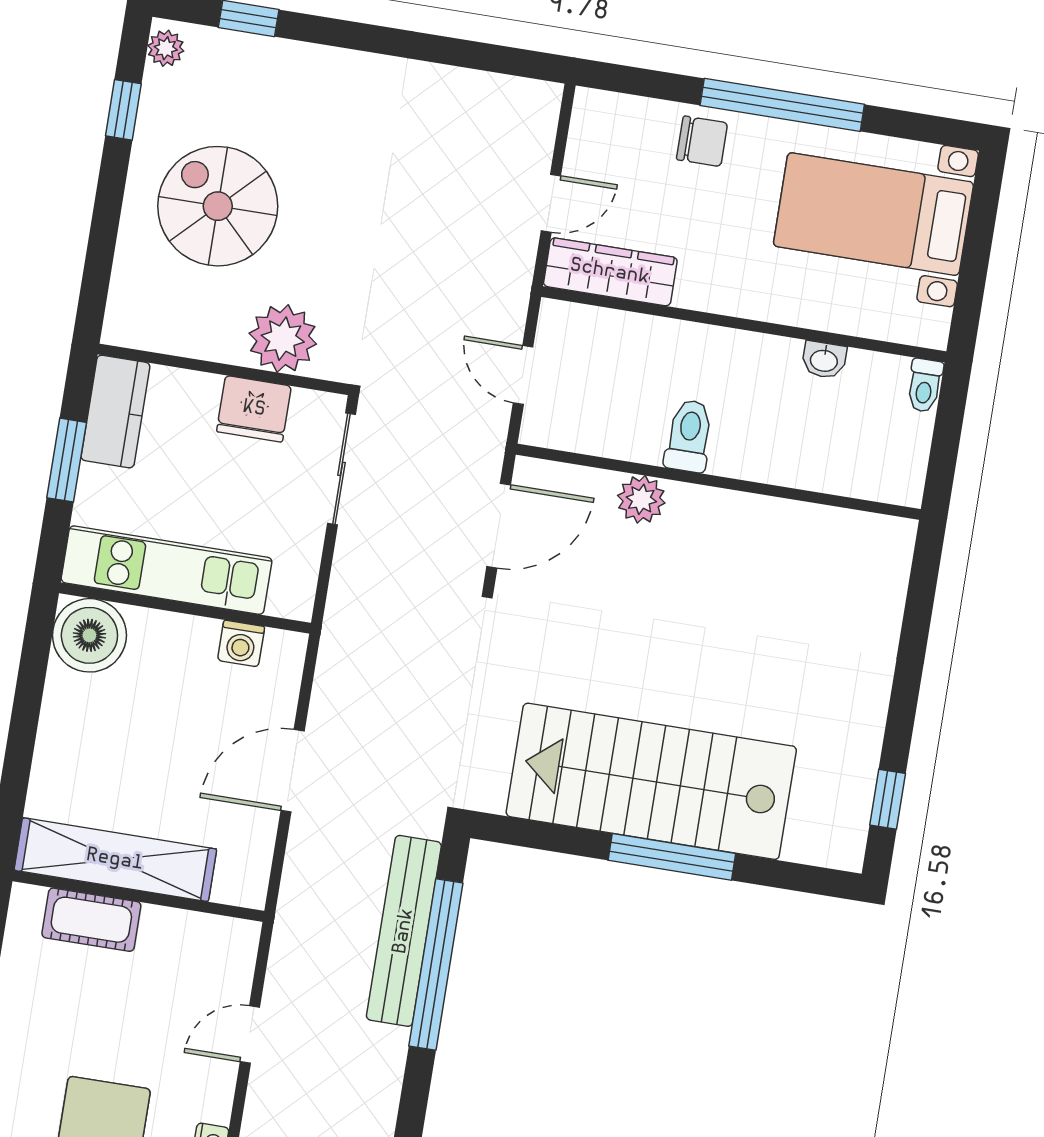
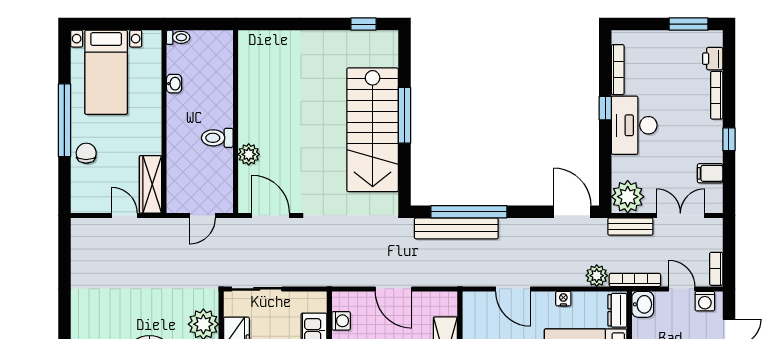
door: (250, 1034) -> (513, 289), width x1.38

